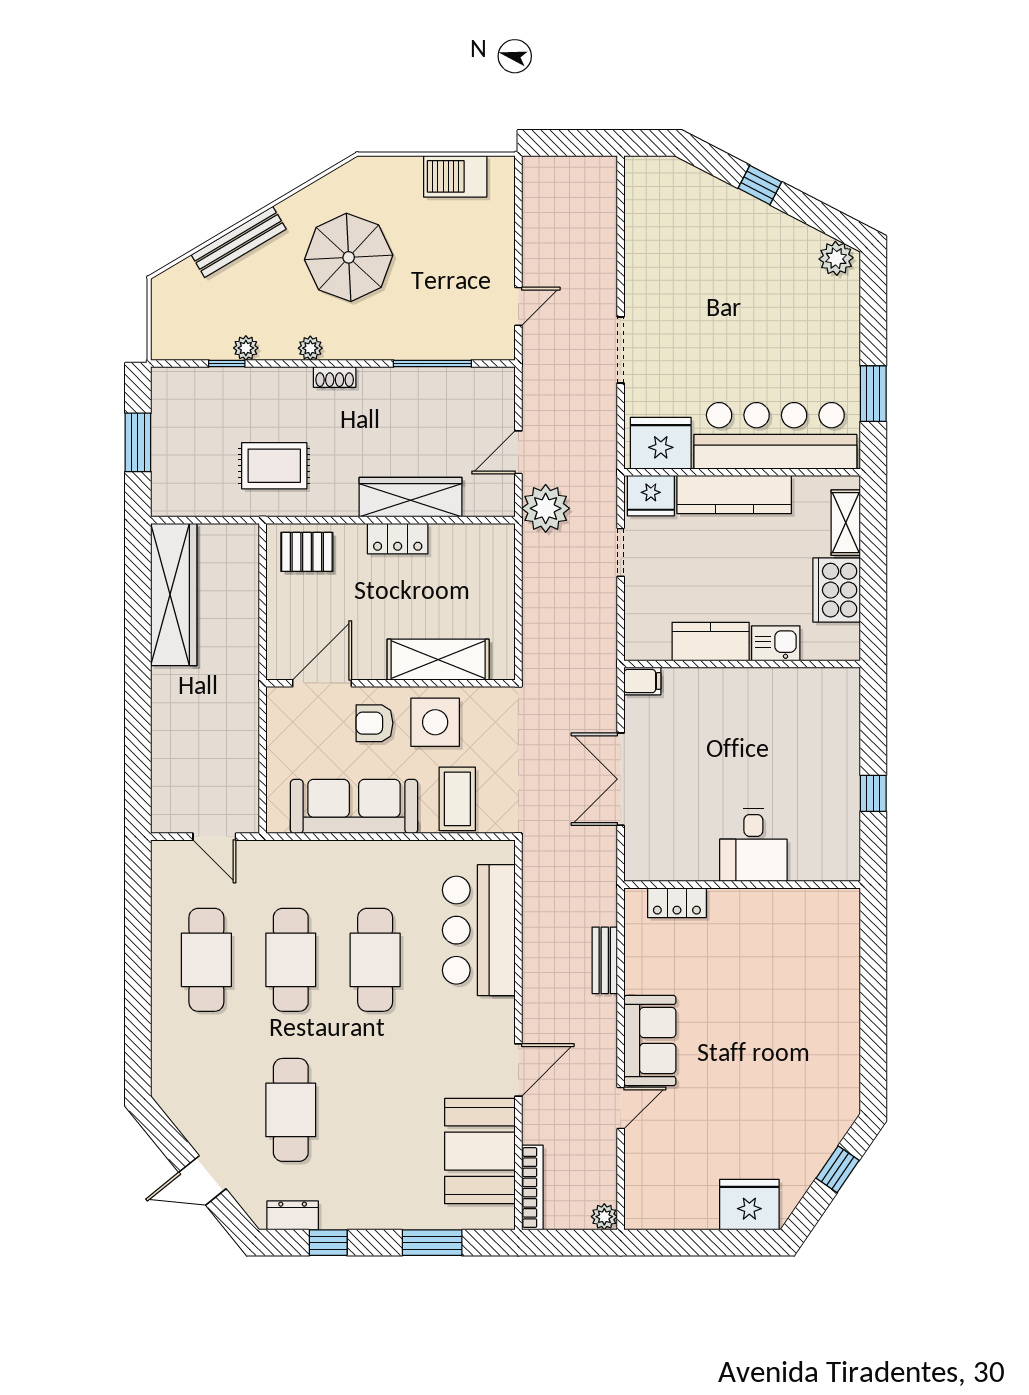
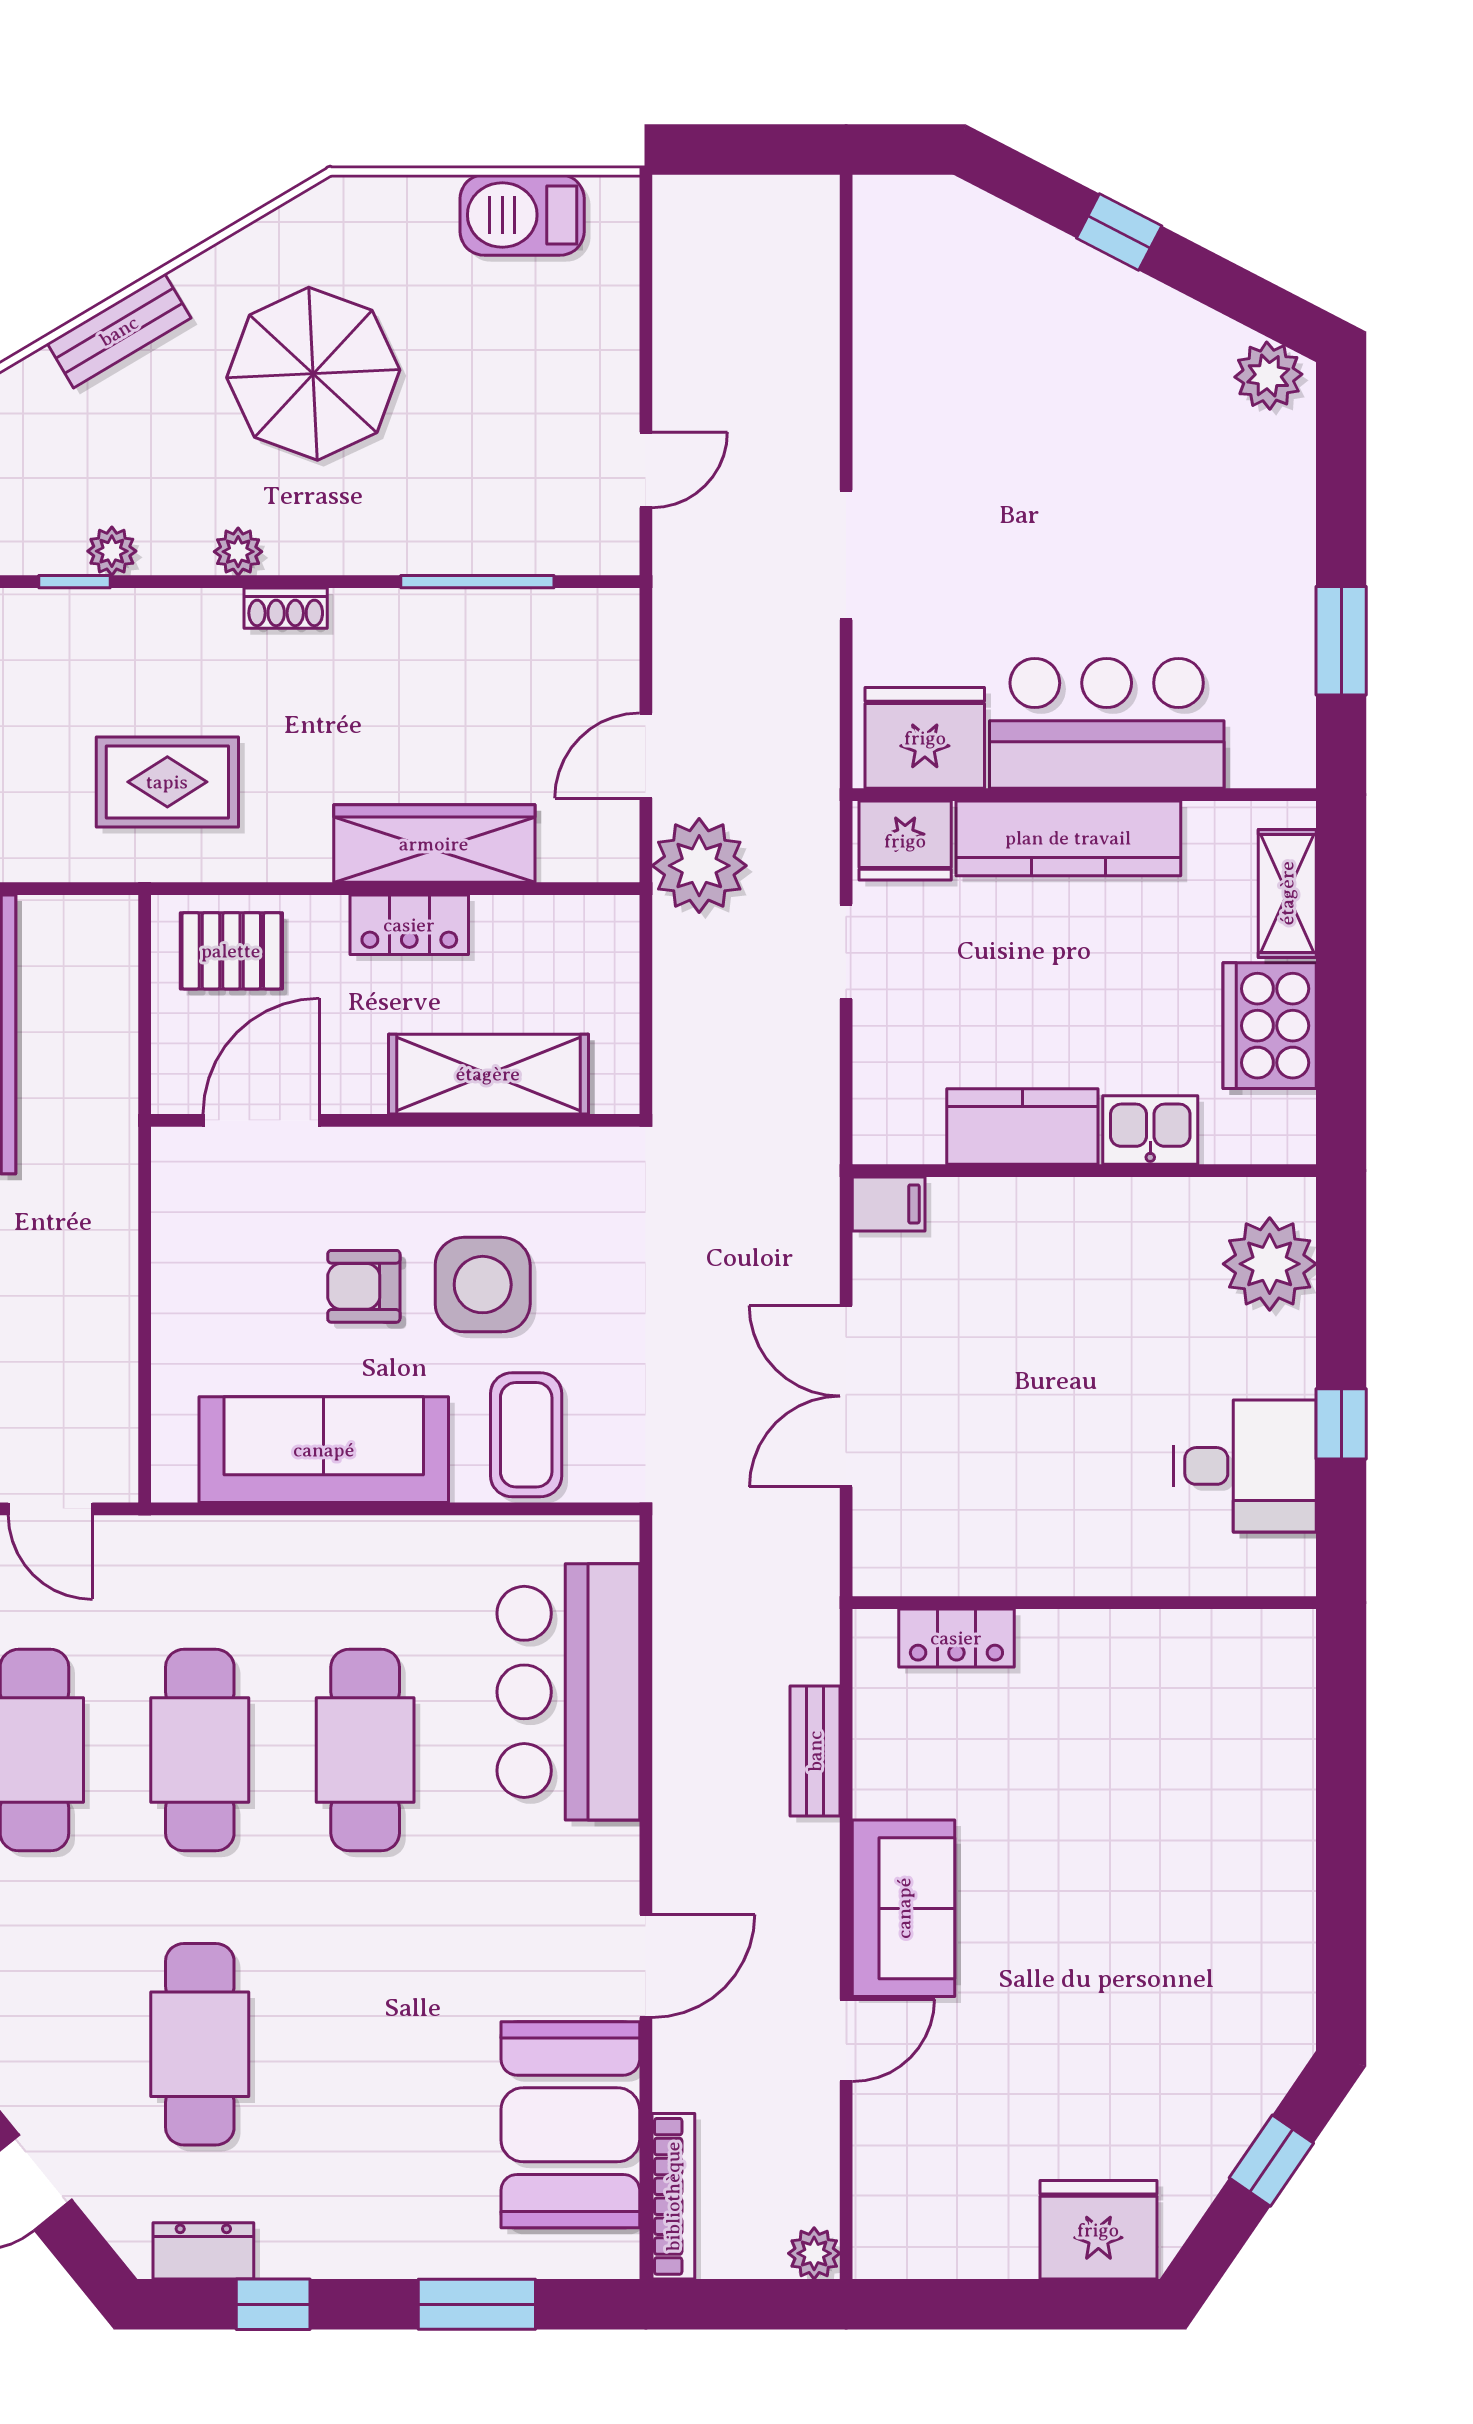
bench: (239, 242) -> (119, 331), width x0.73
bar counter: (775, 436) -> (1107, 723), width x0.73
shelving: (438, 660) -> (488, 1074), moved
door: (322, 683) -> (261, 1120), moved
wall: (390, 683) -> (395, 1120), moved
plant: (837, 712) -> (1270, 1264), added
desk: (753, 845) -> (1245, 1466), moved, turned -90

